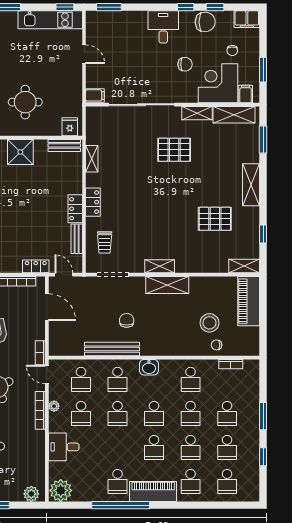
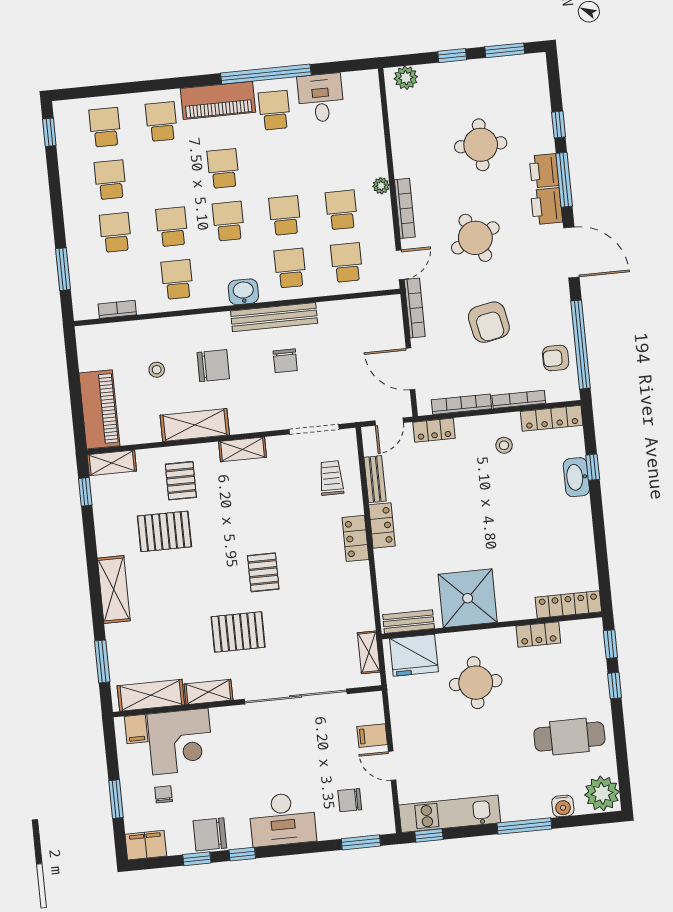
desk: (163, 27) -> (283, 819), width x1.37
chair: (185, 64) -> (350, 800), moved
window: (263, 70) -> (116, 799), moved
filing cabinet: (95, 95) -> (372, 736), moved
fridge: (70, 127) -> (414, 655), width x1.88, depth x1.34
shower: (20, 152) -> (468, 598), width x1.37, depth x1.37
shelving: (92, 159) -> (369, 652), moved
pallet: (154, 186) -> (263, 572), added
window: (263, 234) -> (85, 492), moved
pallet: (201, 250) -> (181, 481), added
door: (64, 275) -> (389, 422), hinge flipped
shelving: (167, 285) -> (195, 425), moved
stool: (209, 323) -> (157, 370), width x0.53, depth x0.53
chair: (217, 345) -> (213, 366), moved, width x1.87, depth x1.87
bench: (112, 349) -> (274, 317), moved
bookcase: (40, 353) -> (415, 308), width x1.56
door: (47, 374) -> (400, 265), hinge flipped
plant: (54, 406) -> (381, 186), moved
window: (263, 416) -> (63, 269), moved
desk: (64, 447) -> (321, 98), moved, turned -90
school desk: (191, 447) -> (167, 174), removed
window: (263, 457) -> (49, 132), moved
plant: (61, 490) -> (361, 88), removed

